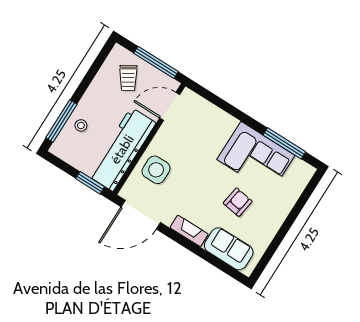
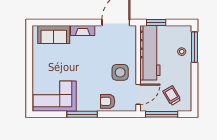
window: (284, 143) -> (82, 114), moved
corner sofa: (256, 157) -> (55, 96), moved
side table: (156, 170) -> (120, 72), moved
armchair: (238, 202) -> (108, 101), moved, turned 81

